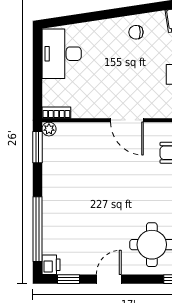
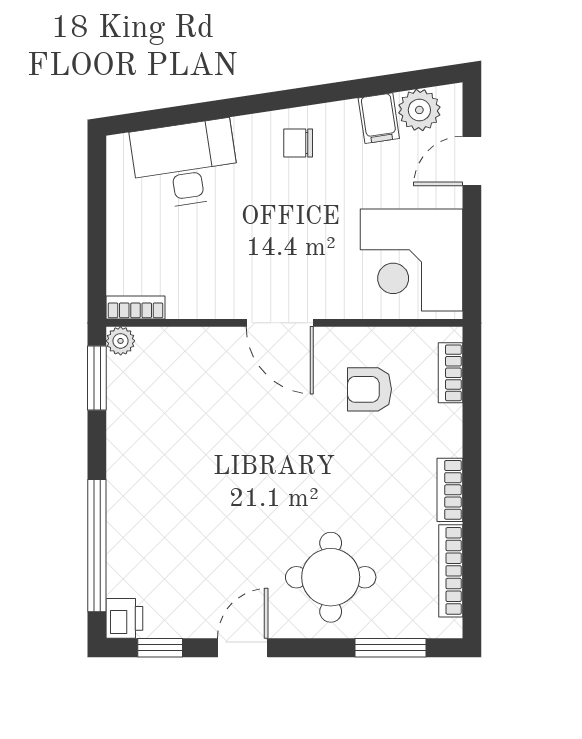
desk: (62, 54) -> (185, 164), moved, turned 81

